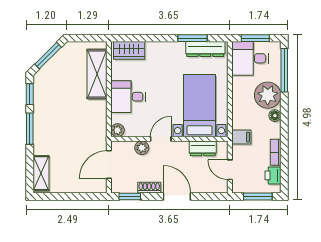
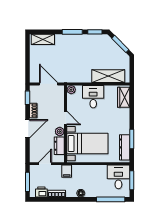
plant: (268, 95) -> (94, 188), removed
plant: (142, 148) -> (60, 132), moved

